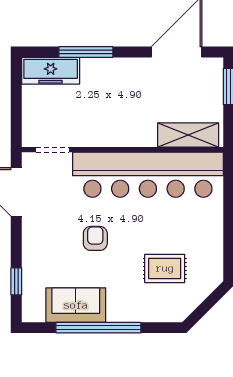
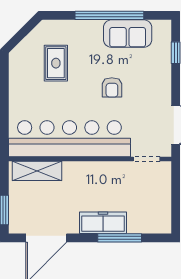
freezer: (51, 71) -> (103, 223), moved
rug: (165, 268) -> (56, 63), turned 90

